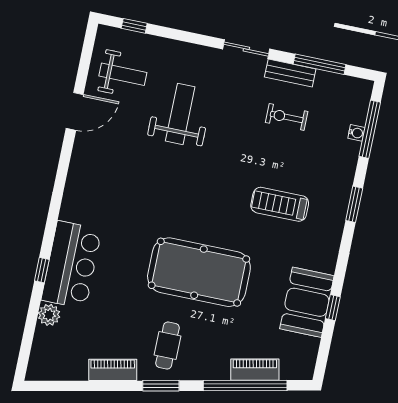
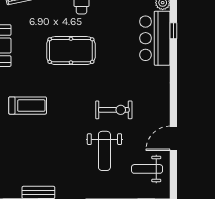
exercise bike: (287, 117) -> (114, 110), moved, width x1.38, depth x1.39
pool table: (199, 272) -> (71, 51), width x0.73, depth x0.76

